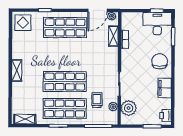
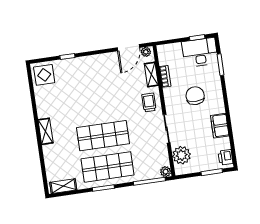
shop shelf: (65, 28) -> (94, 73), removed
chair: (160, 61) -> (195, 96), moved
trolley: (97, 100) -> (149, 102), moved
plant: (113, 107) -> (166, 172), moved

